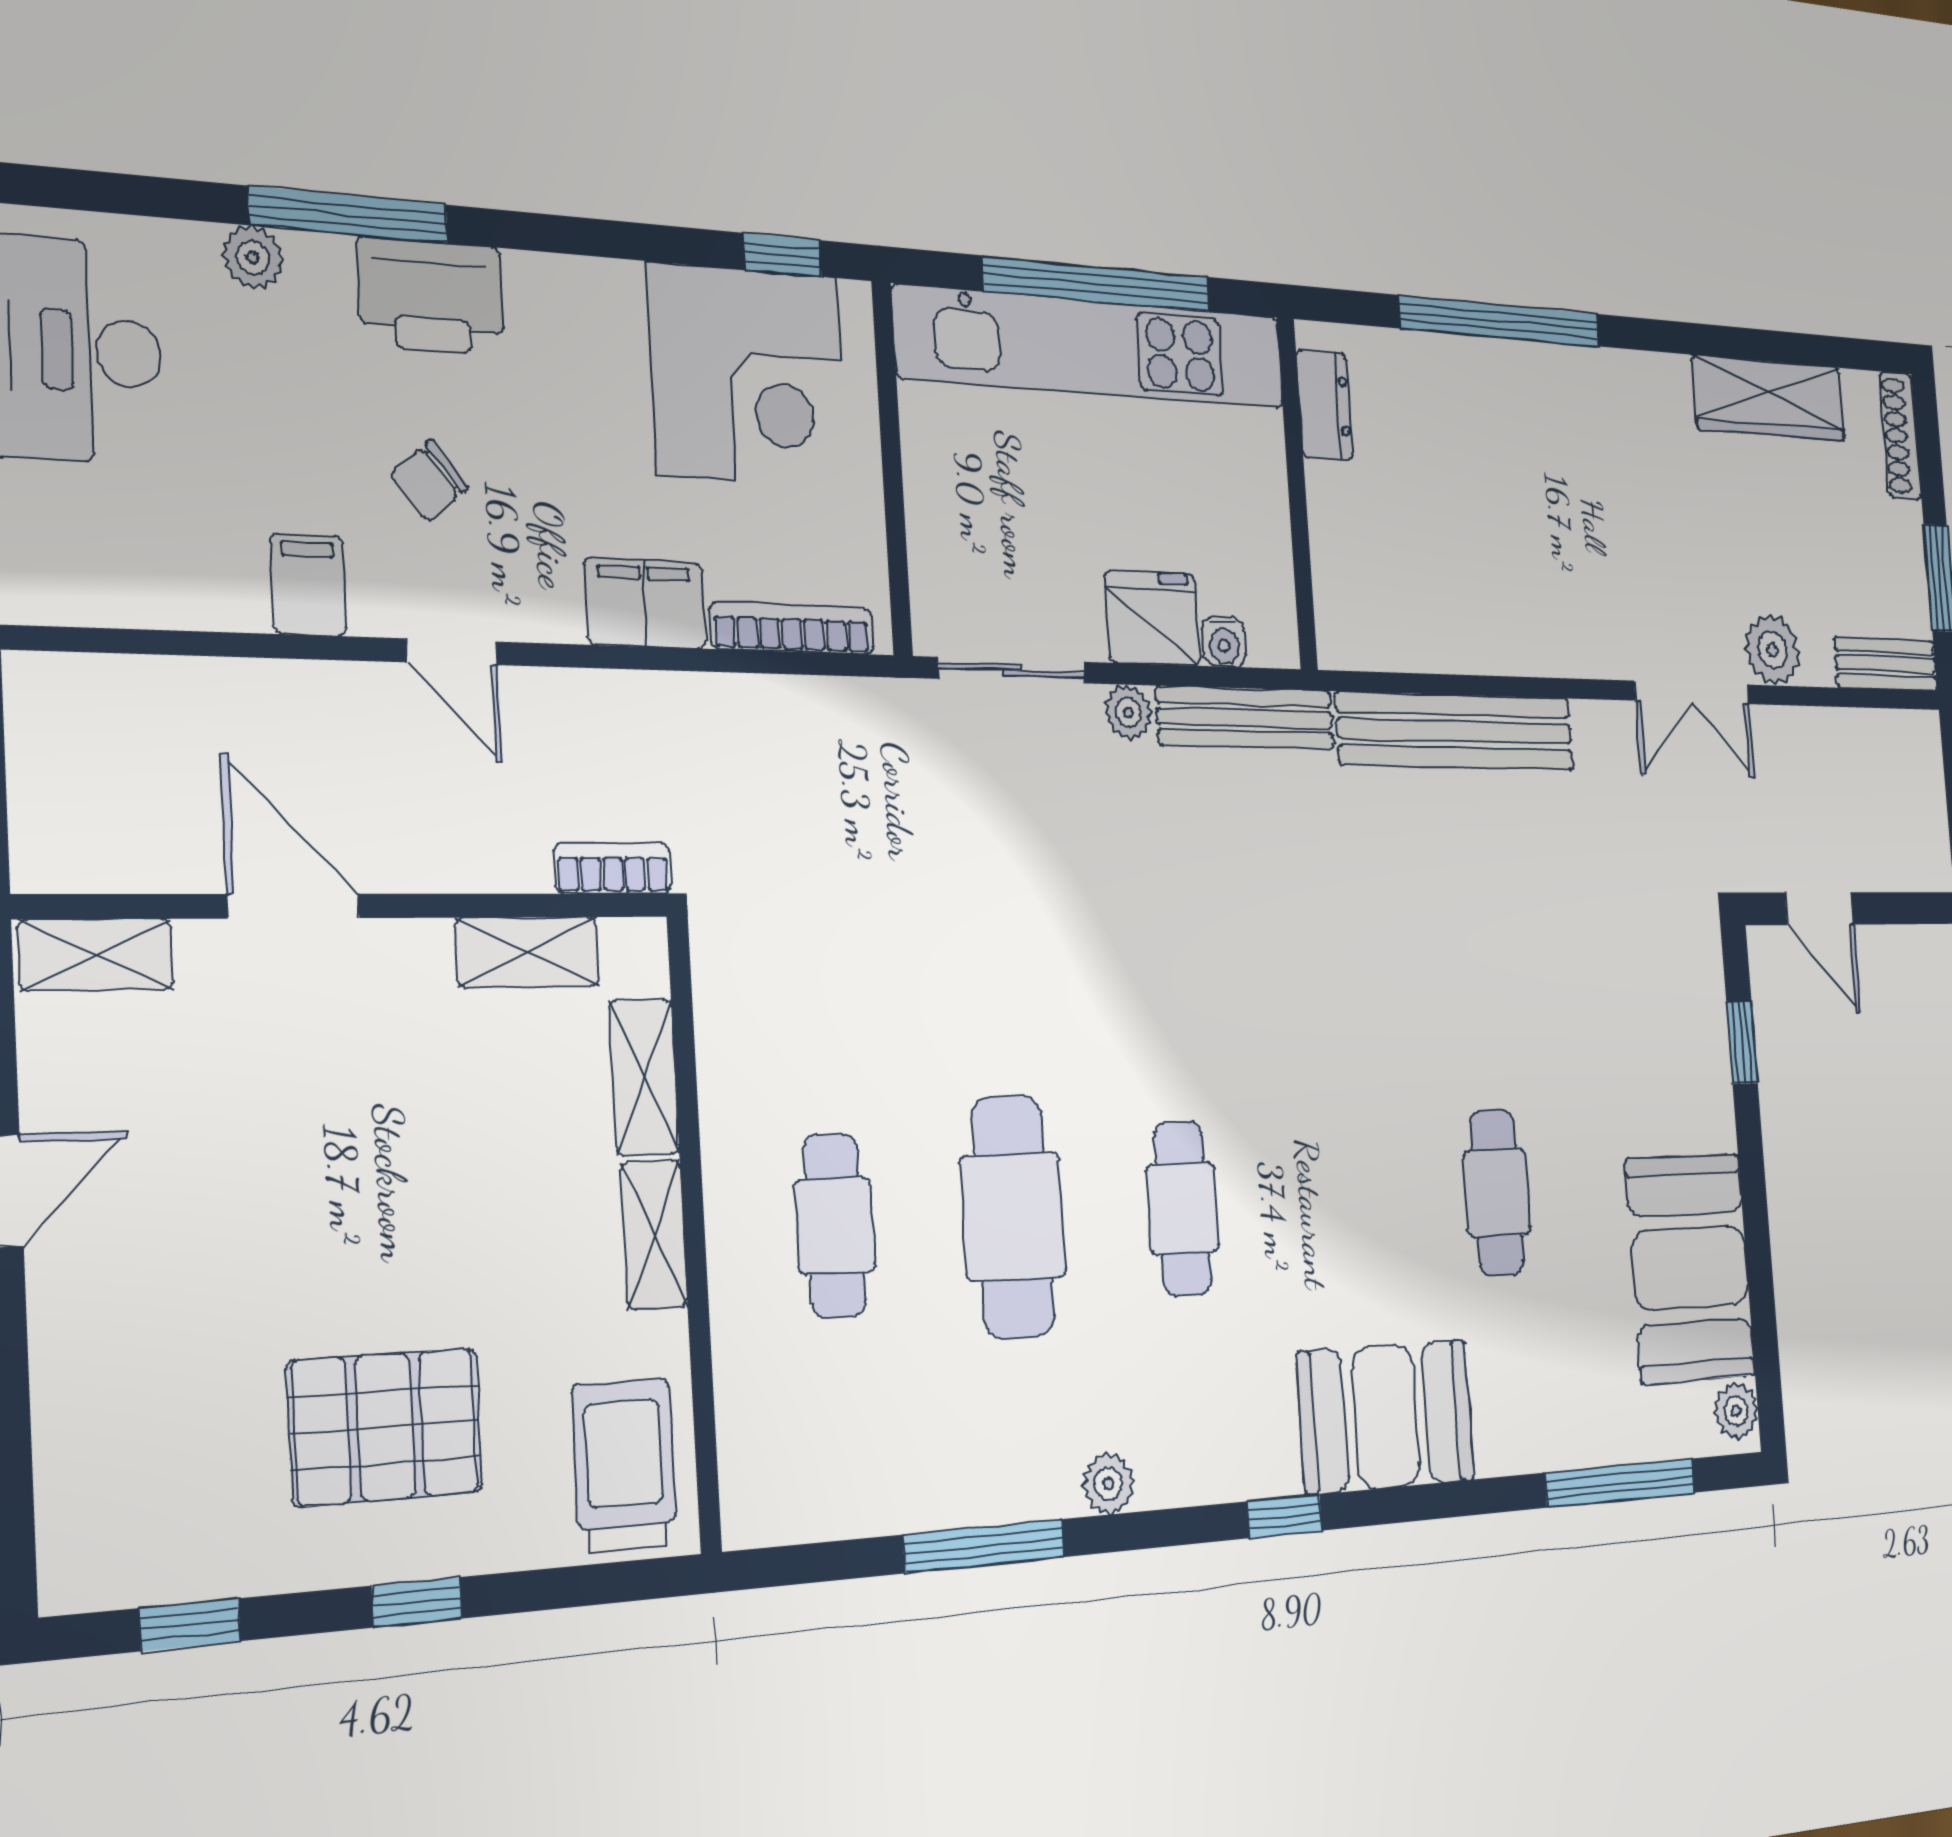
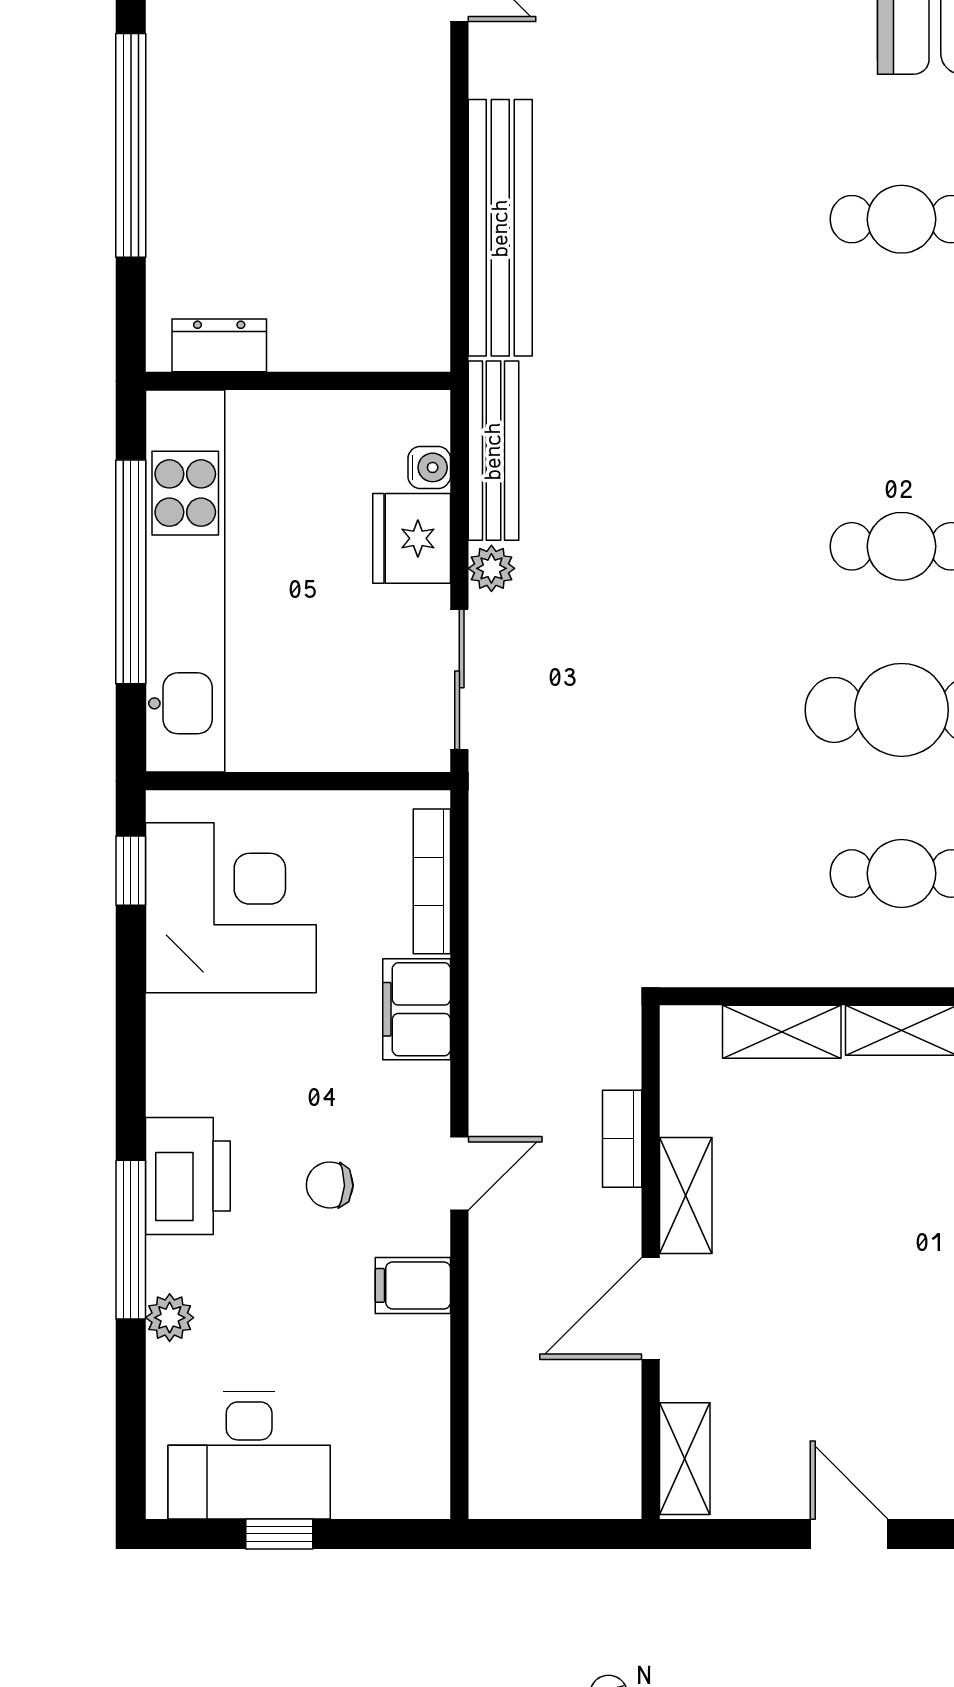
chair: (429, 481) -> (330, 1185), turned 131
bookcase: (613, 868) -> (622, 1139), moved
shelving: (527, 952) -> (686, 1196), moved

